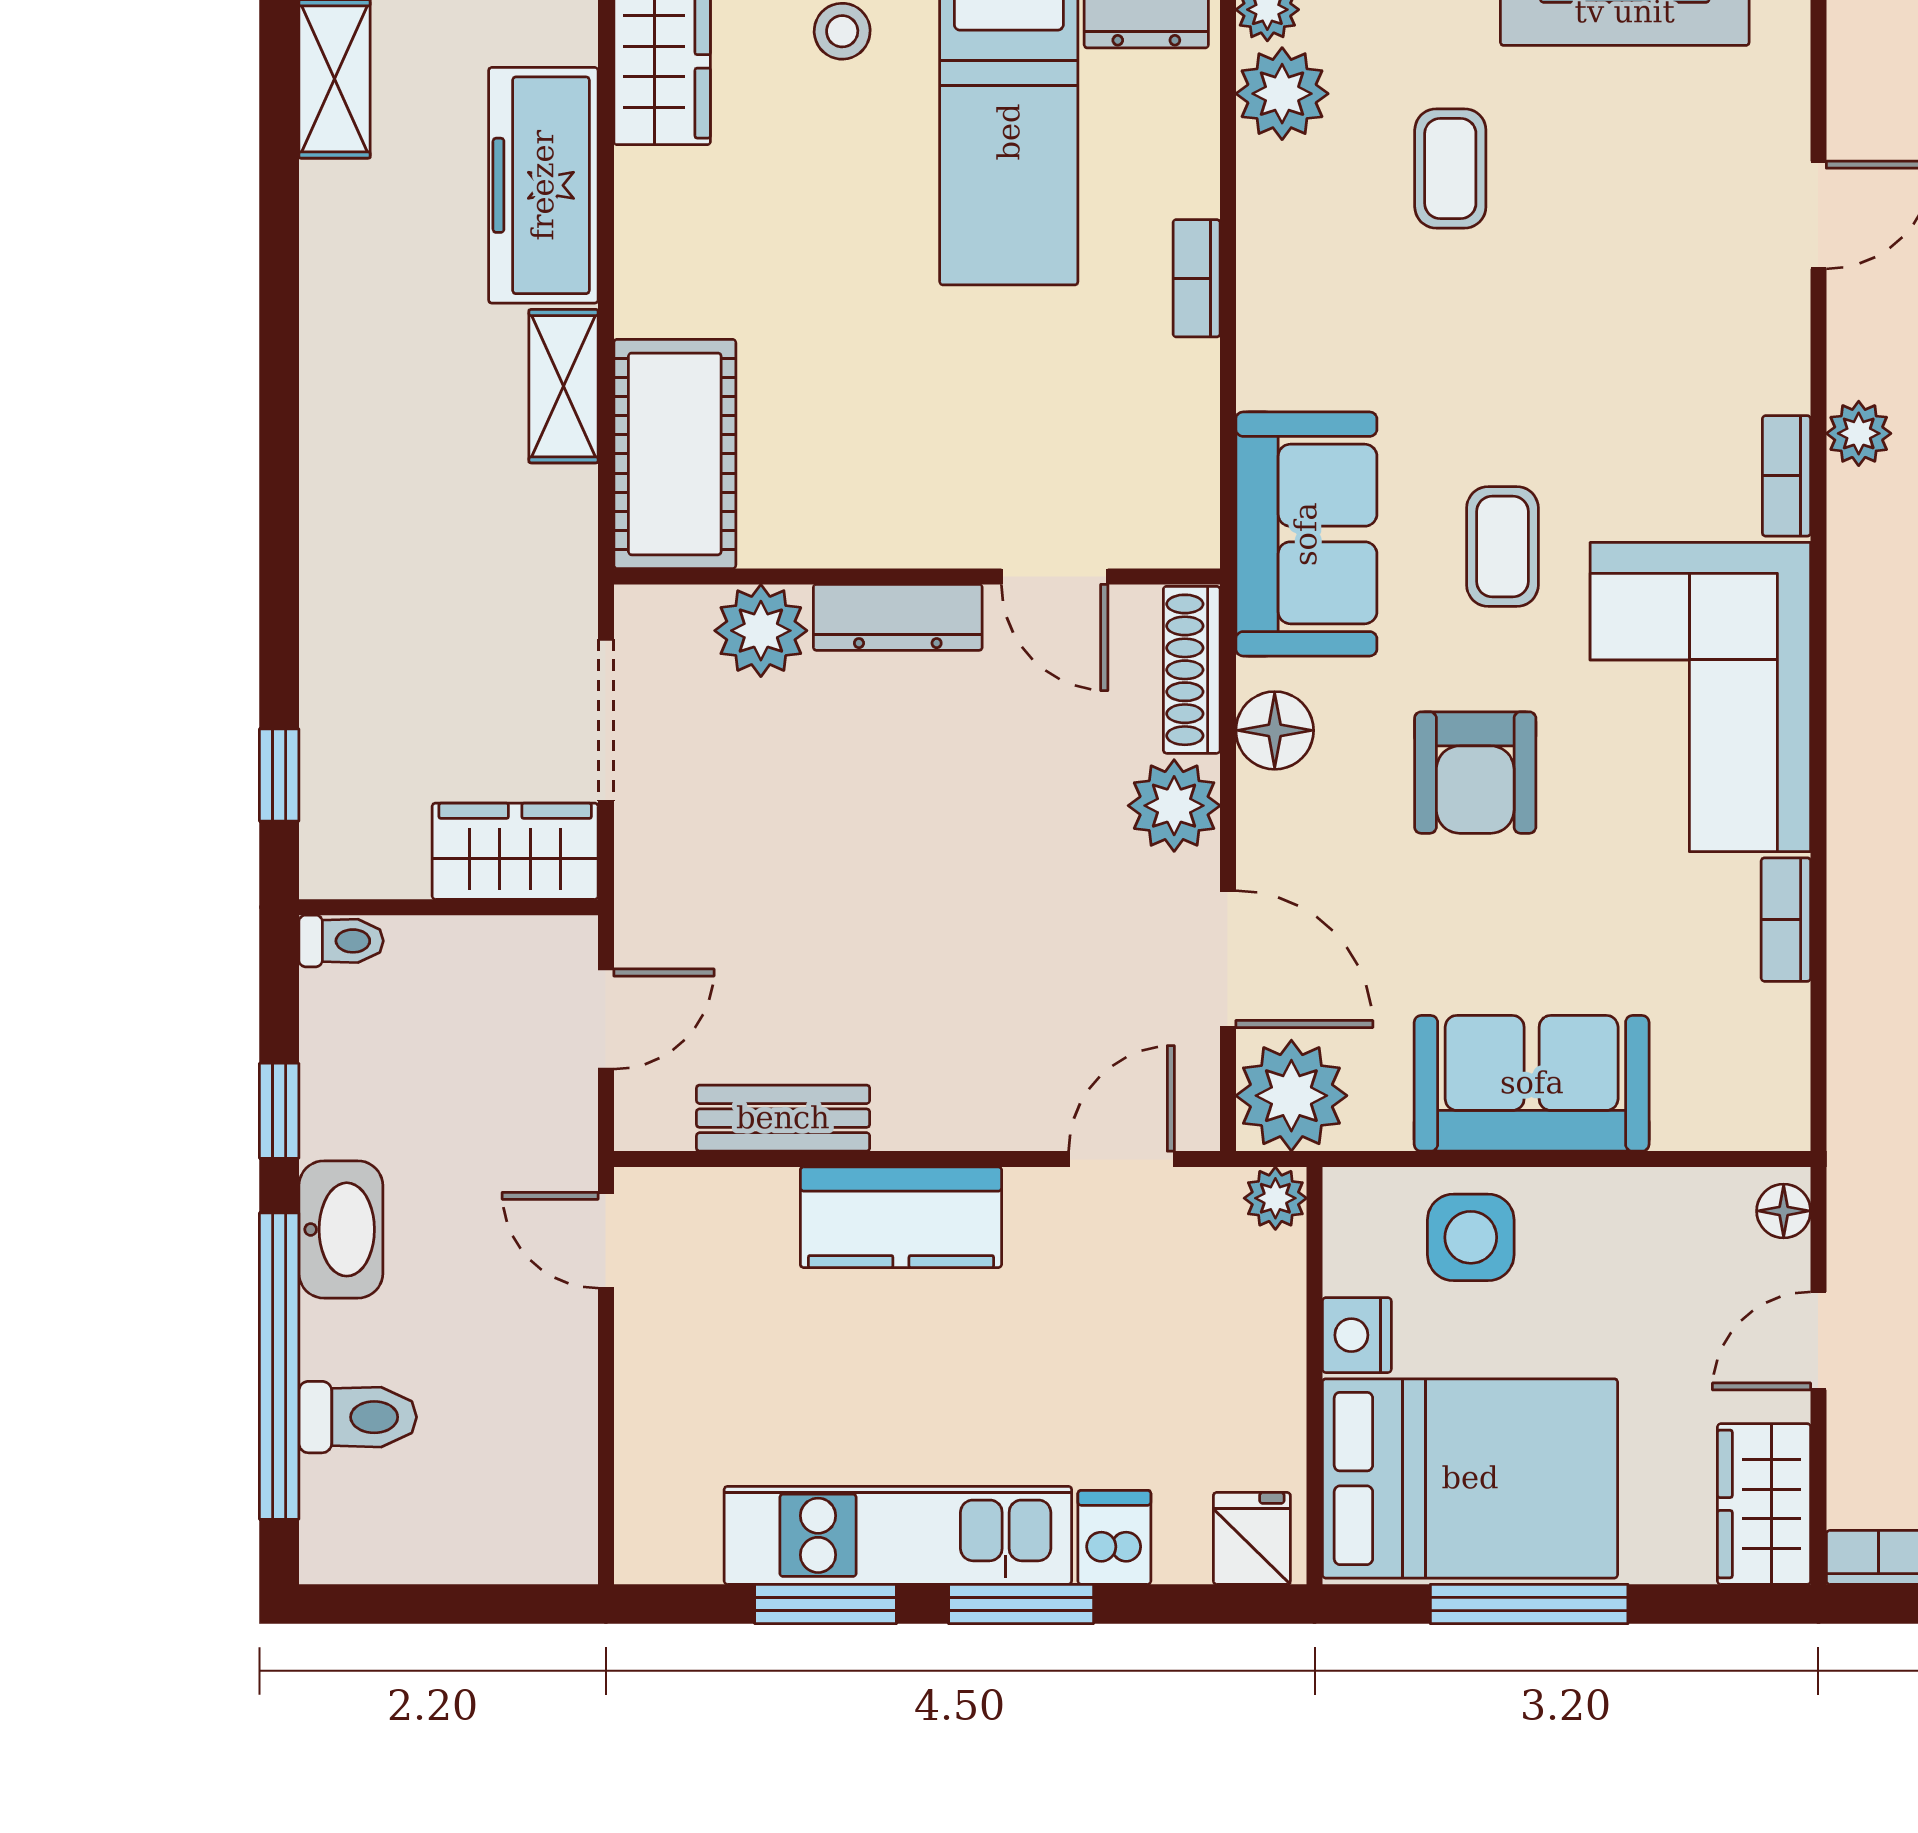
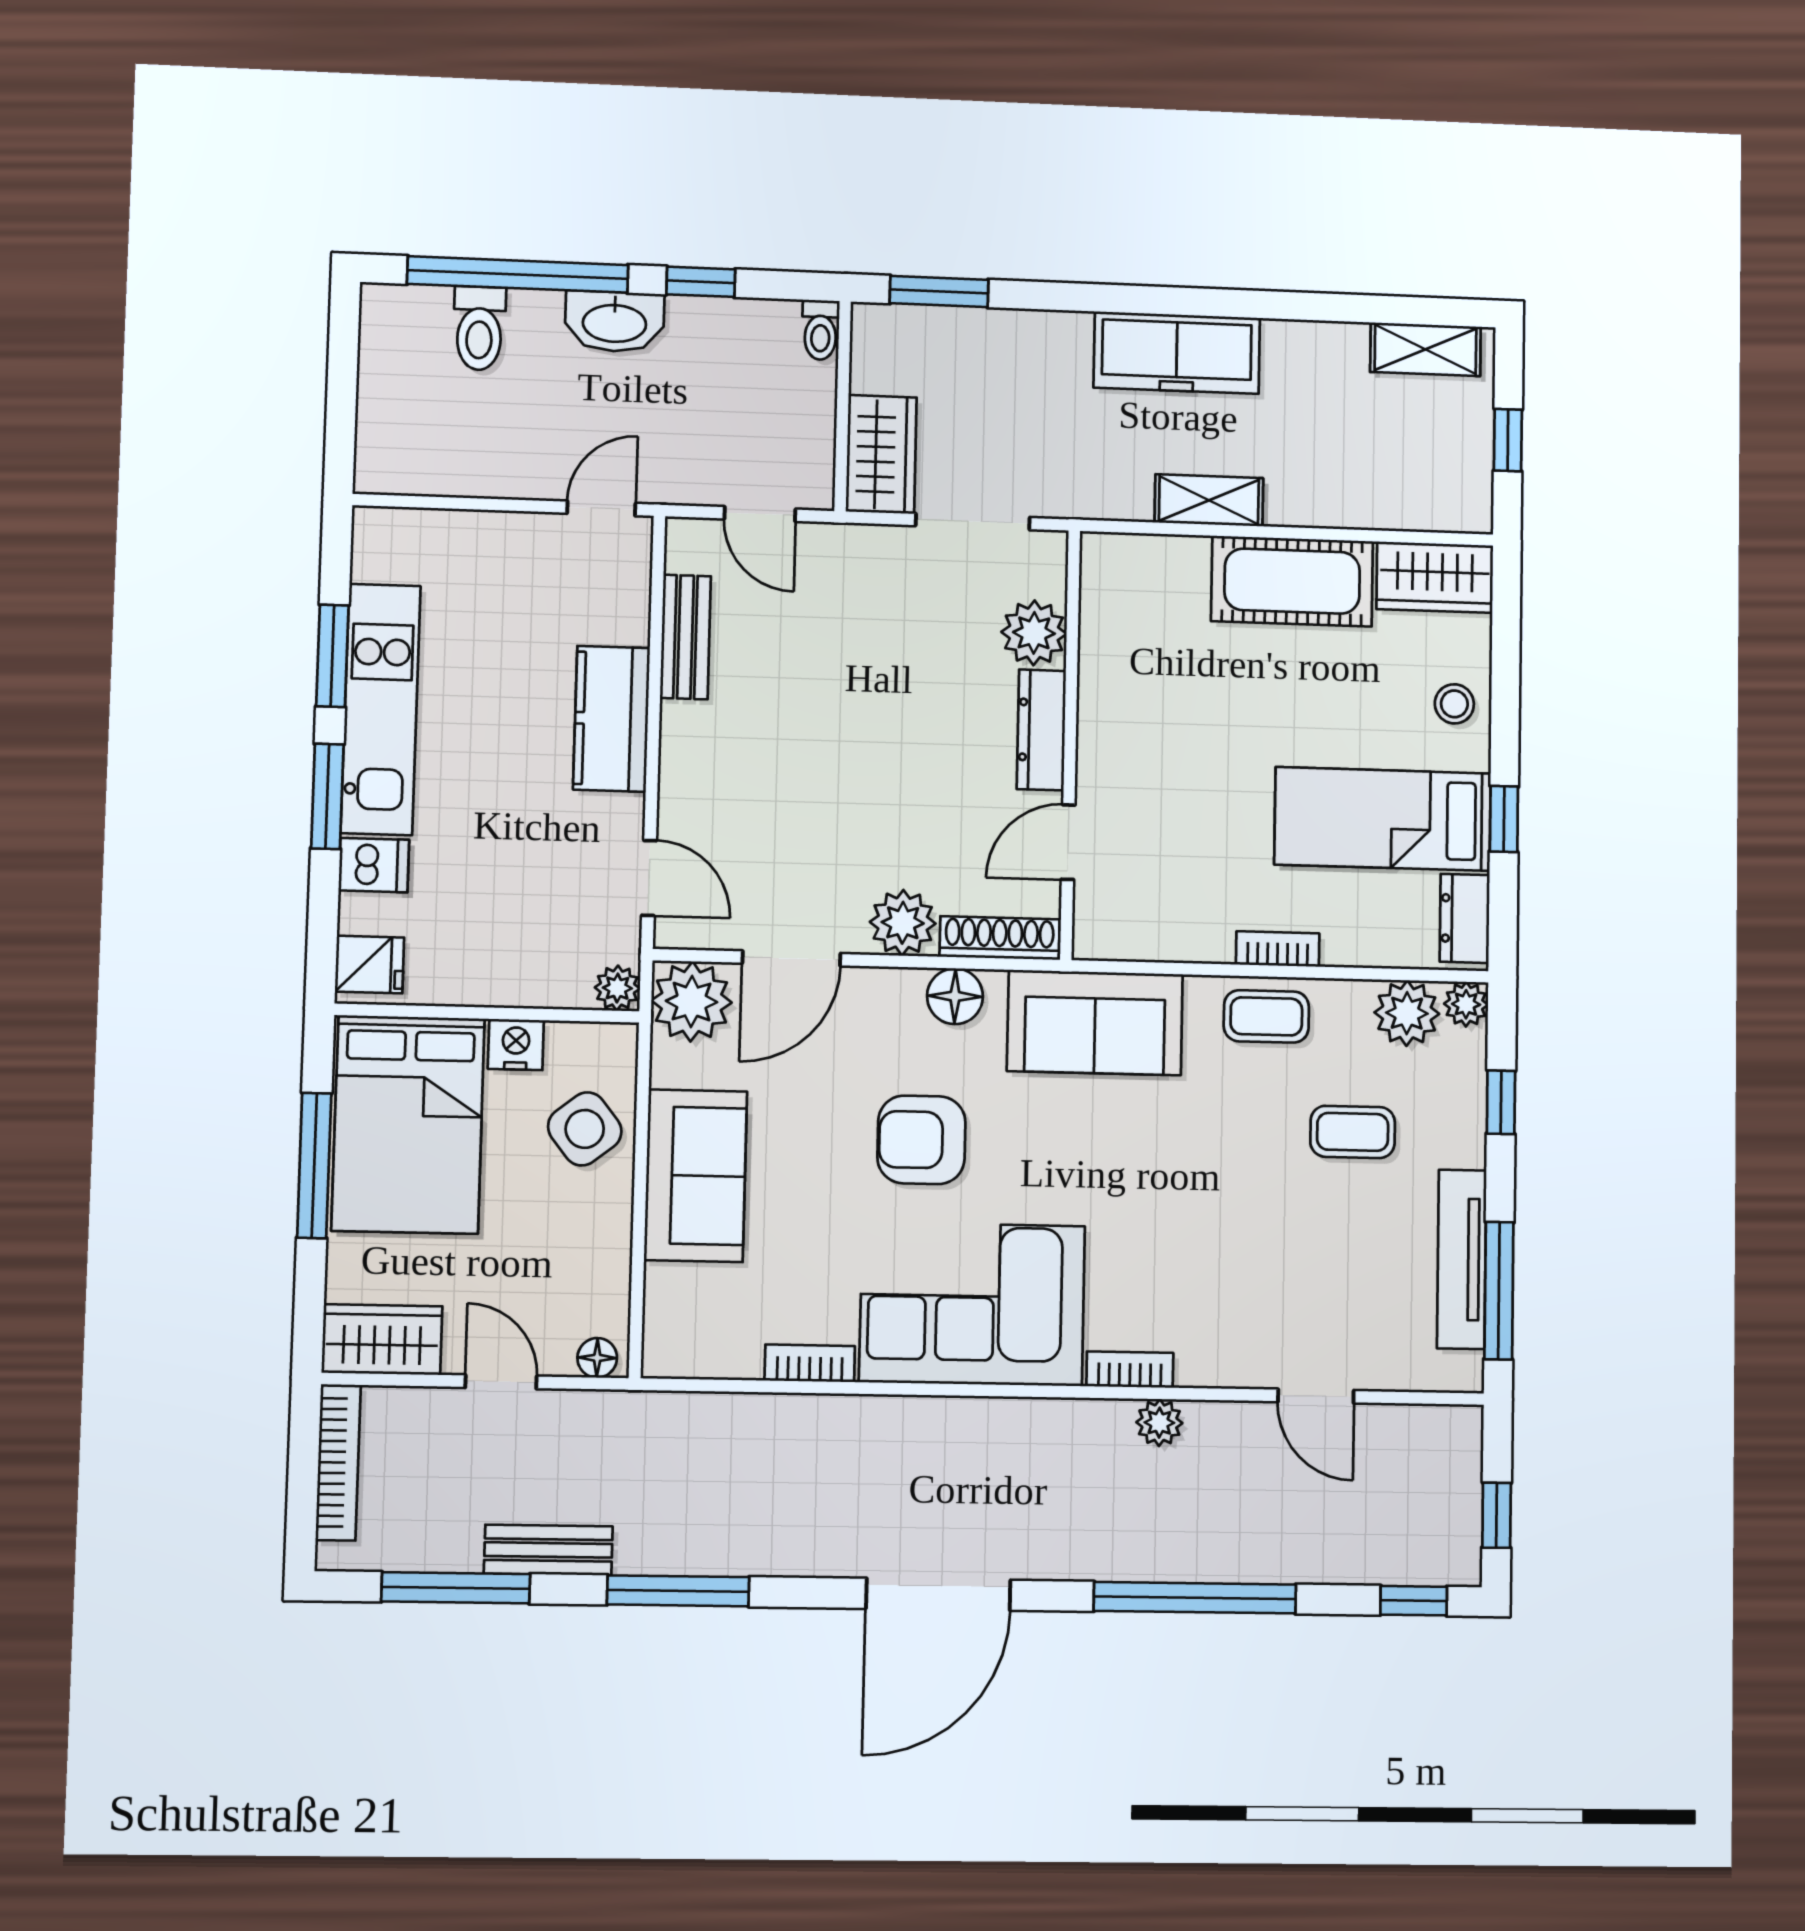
freezer: (543, 185) -> (1177, 353), moved, turned 180
cot: (675, 454) -> (1292, 581), moved
coffee table: (1502, 547) -> (1266, 1016), moved
window: (279, 775) -> (939, 291), width x1.50
side table: (1471, 1237) -> (585, 1129), turned -38

